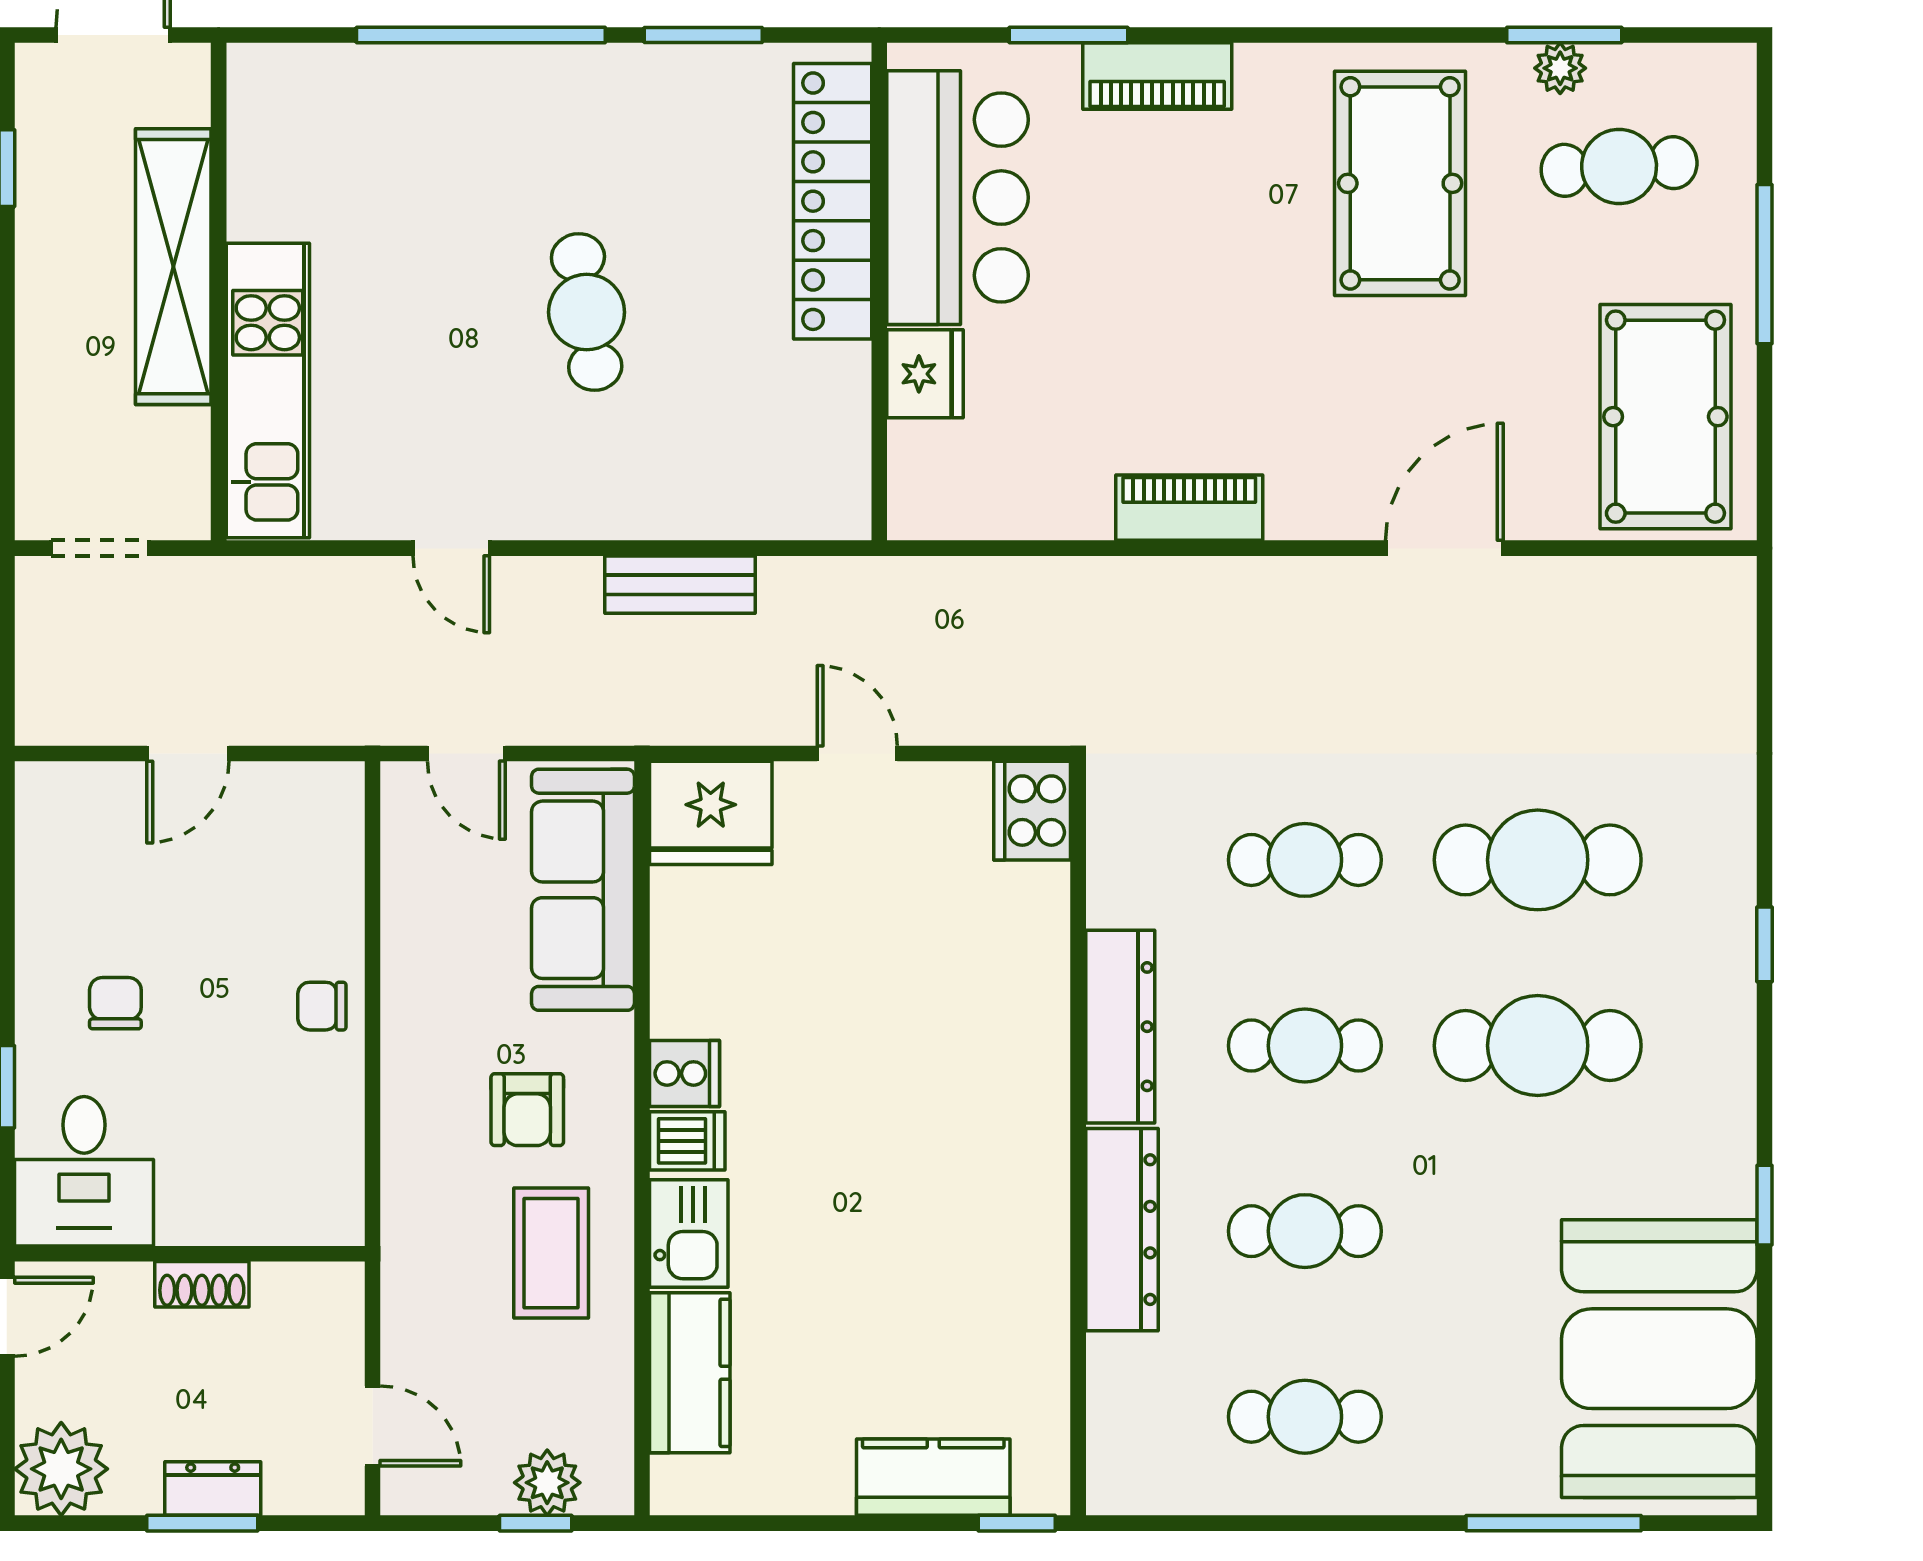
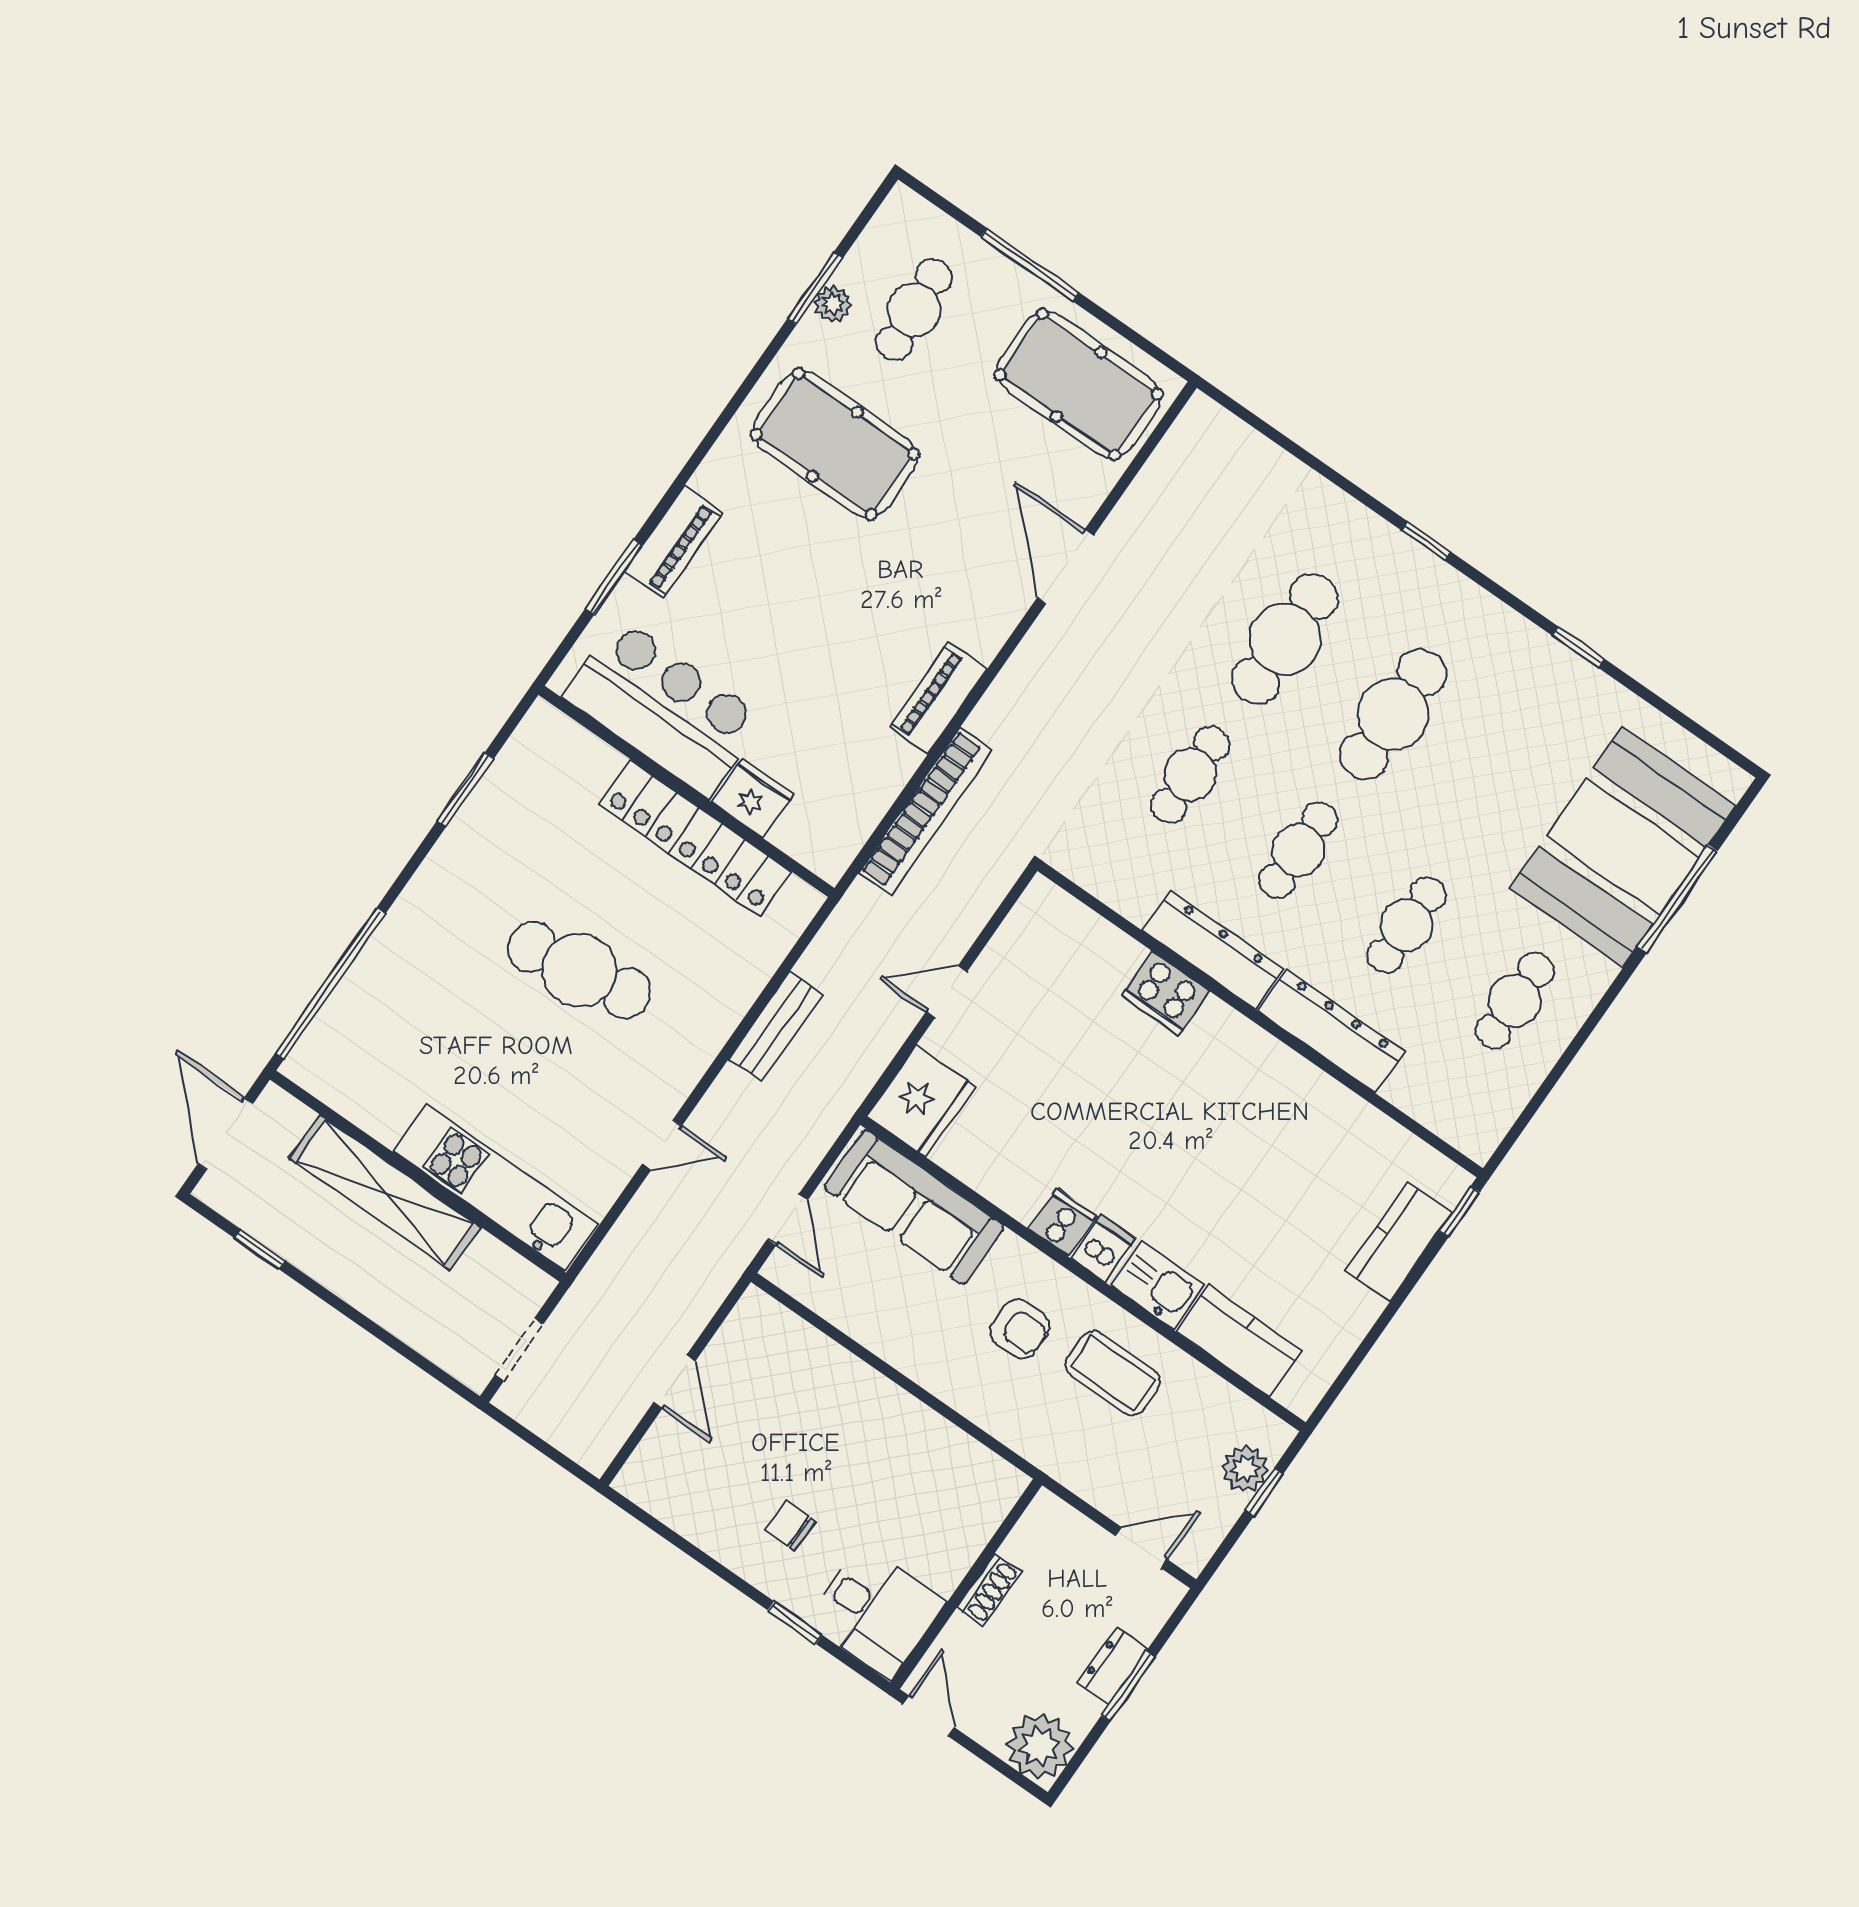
window: (481, 35) -> (330, 983), moved
locker: (833, 201) -> (695, 838), moved
cafe table: (587, 312) -> (579, 970), width x1.37, depth x1.35
bookcase: (1049, 584) -> (926, 812), added
door: (466, 753) -> (788, 1220), hinge flipped
cooker: (1032, 811) -> (1165, 993), moved
chair: (322, 1006) -> (876, 1406), removed
booth: (1659, 1359) -> (1623, 847), moved, turned 90

